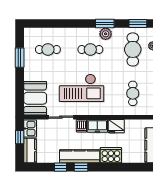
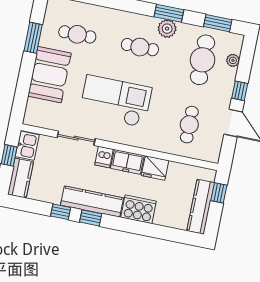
checkout: (82, 88) -> (115, 101), turned 180
booth: (35, 98) -> (49, 75), moved

